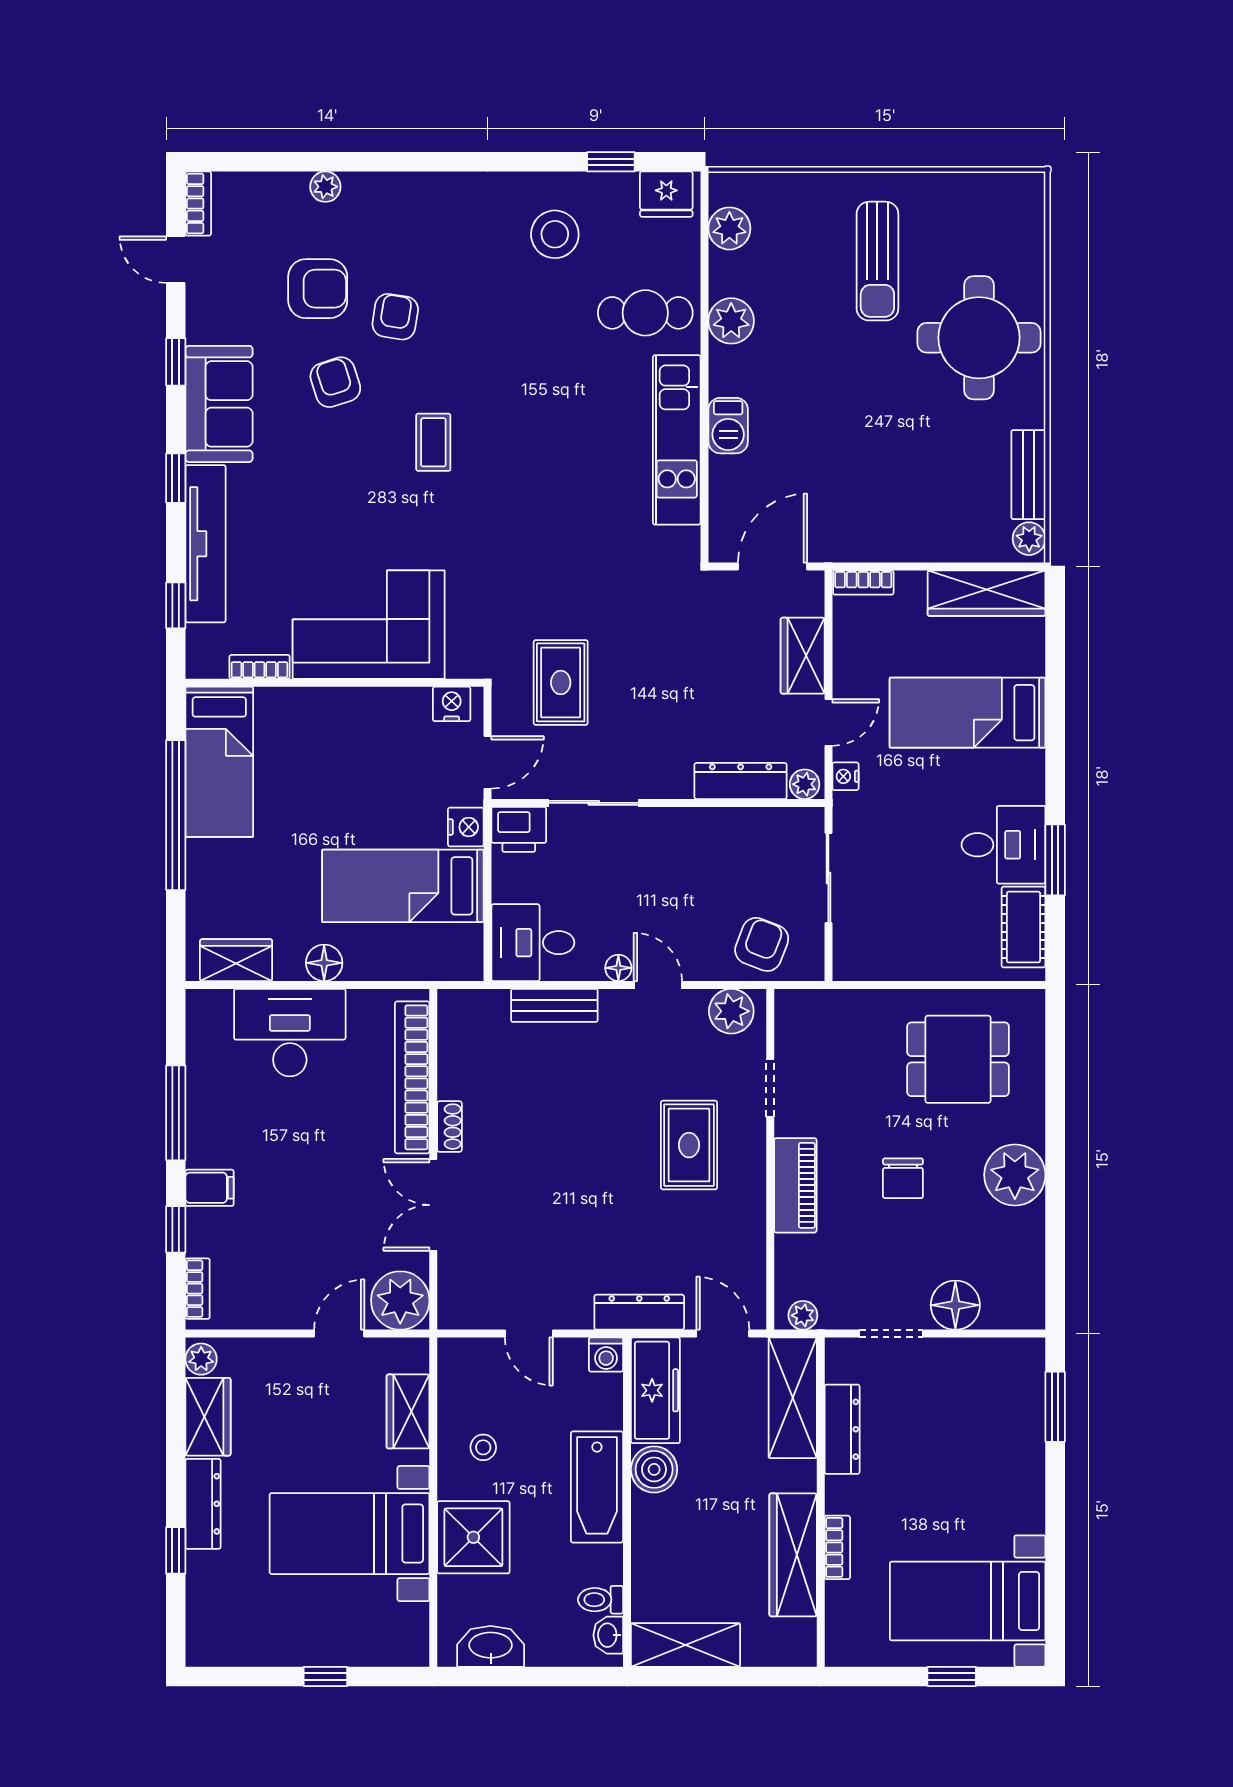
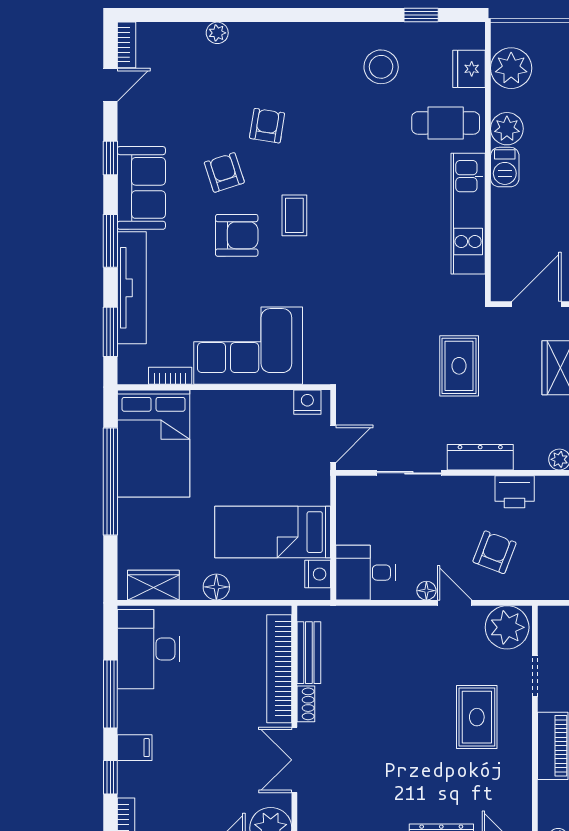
fridge: (666, 194) -> (469, 69), moved, turned 90
plant: (729, 228) -> (511, 68), width x1.36, depth x1.36
door: (176, 260) -> (110, 85), swing flipped
armchair: (318, 289) -> (237, 235), moved
barbecue: (728, 426) -> (505, 167), moved
window: (176, 478) -> (110, 241), width x1.50
window: (176, 605) -> (110, 332), width x1.50
rug: (561, 682) -> (459, 366), moved
bed: (219, 762) -> (154, 443), width x1.50
dresser: (741, 781) -> (480, 457), moved
nightstand: (466, 827) -> (318, 574), moved
printer: (519, 829) -> (515, 492), moved
armchair: (762, 944) -> (495, 552), moved
bench: (554, 1005) -> (309, 653), moved, turned 90
plant: (731, 1011) -> (507, 627), width x1.36, depth x1.36
desk: (290, 1033) -> (149, 649), moved, turned -90

